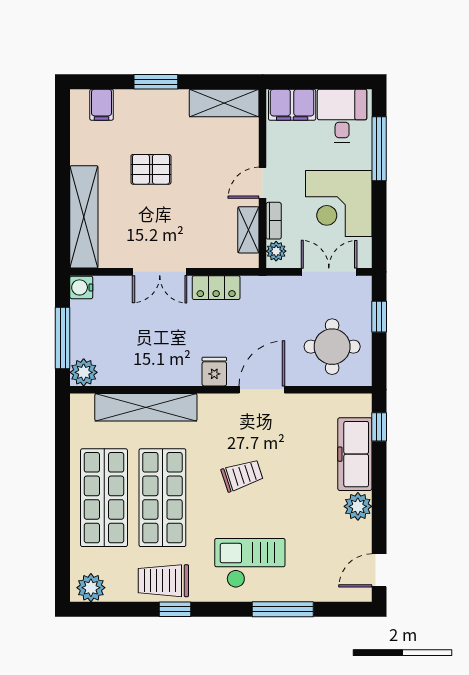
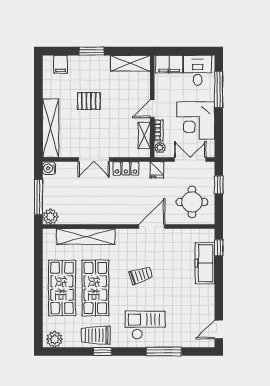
fridge: (214, 372) -> (157, 170), moved, turned 180
plant: (358, 506) -> (207, 293), removed

